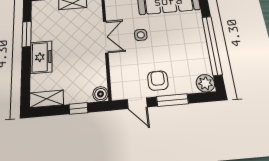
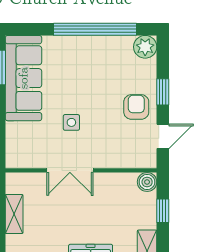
double door: (106, 37) -> (70, 170), swing flipped
armchair: (158, 81) -> (136, 107), turned 90
window: (172, 100) -> (163, 92), width x0.67

